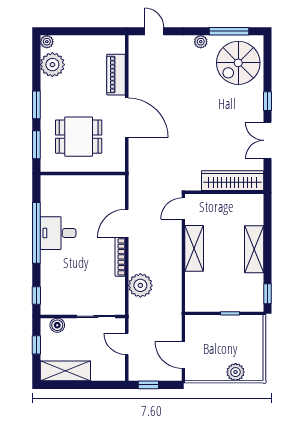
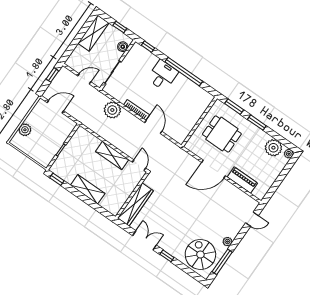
dining table: (79, 137) -> (222, 134), turned 90
desk: (58, 233) -> (163, 75), moved

